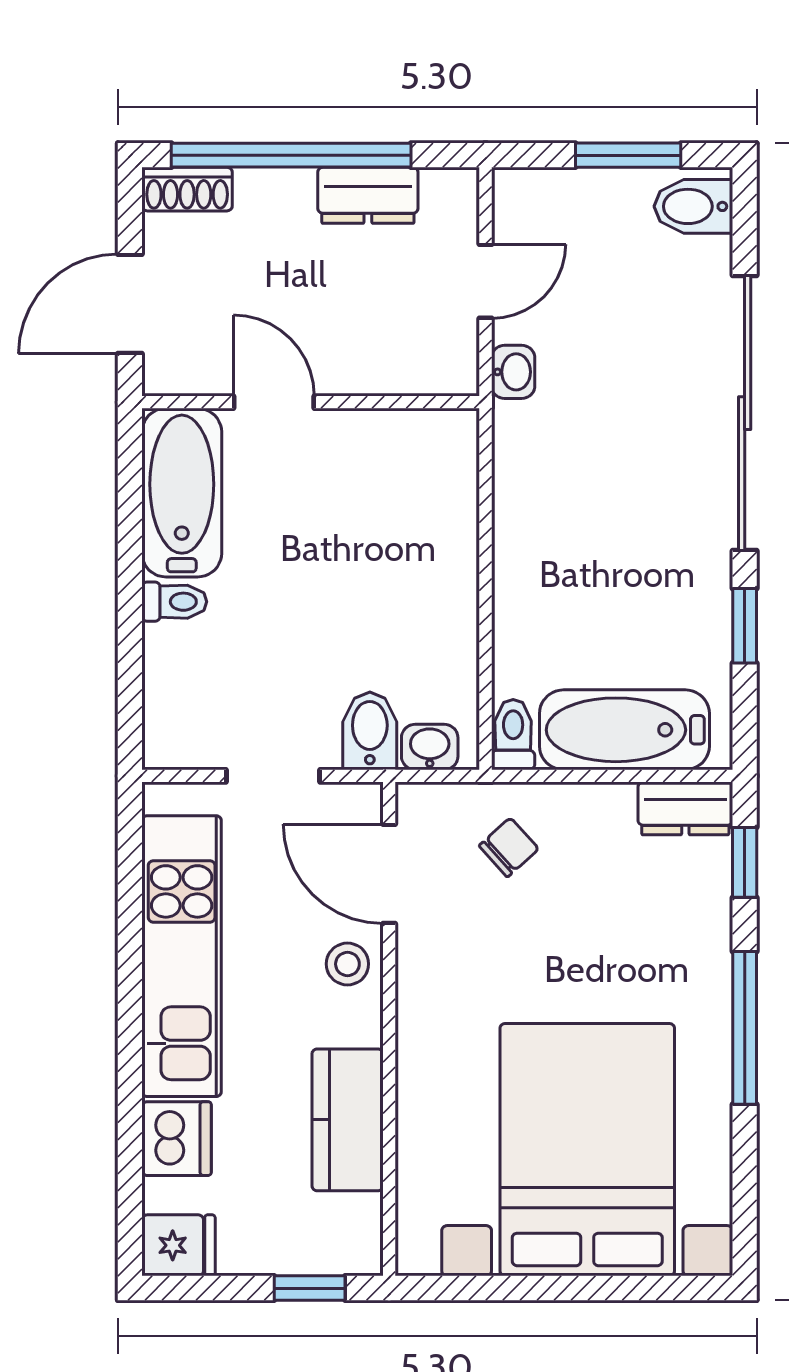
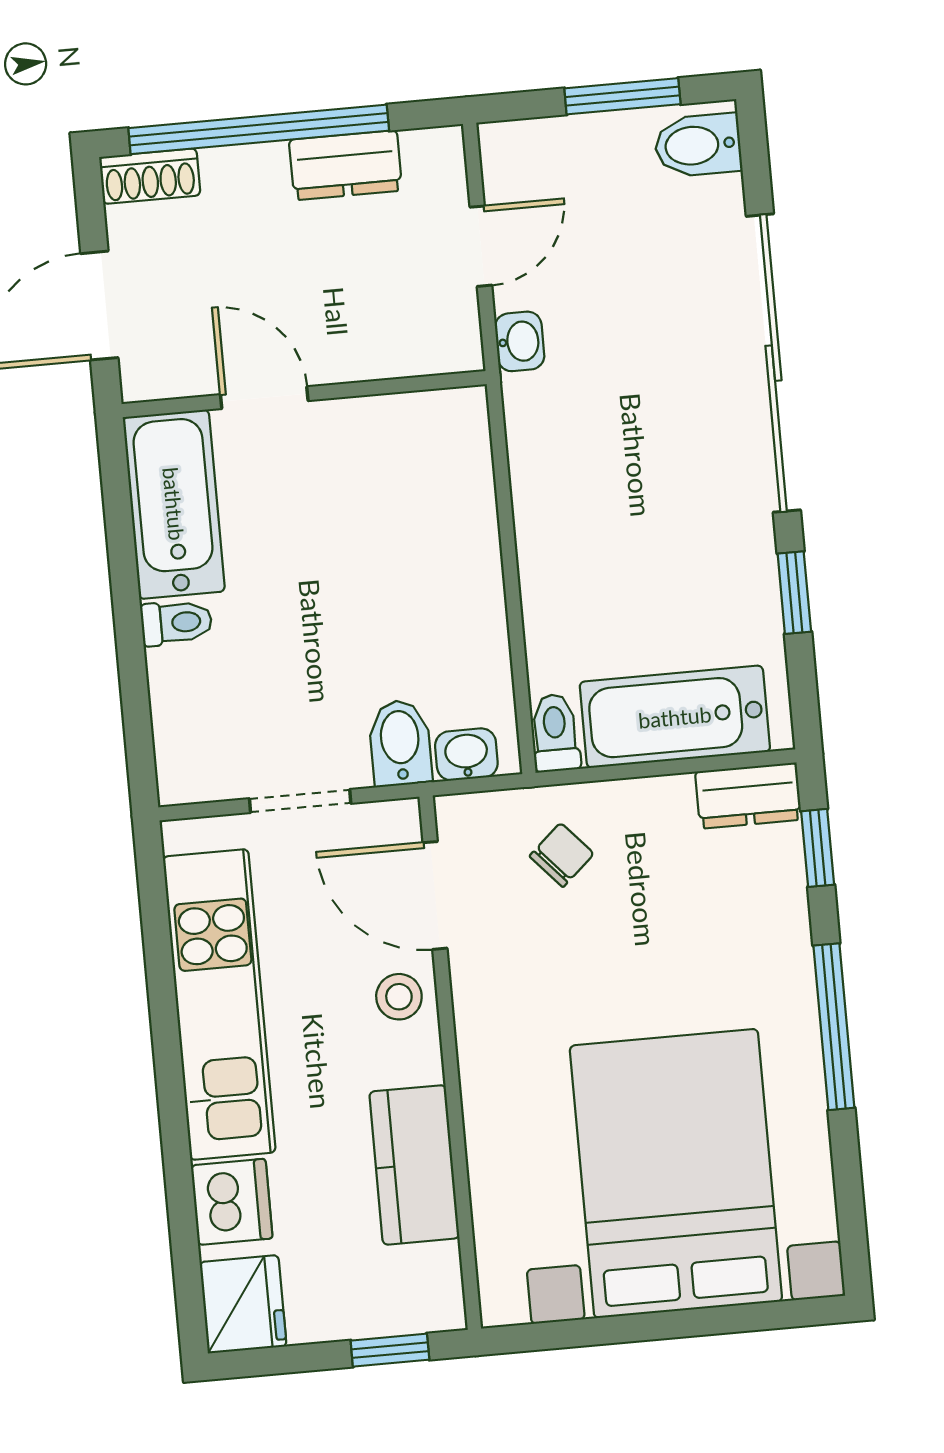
fridge: (179, 1245) -> (243, 1304), width x1.38

